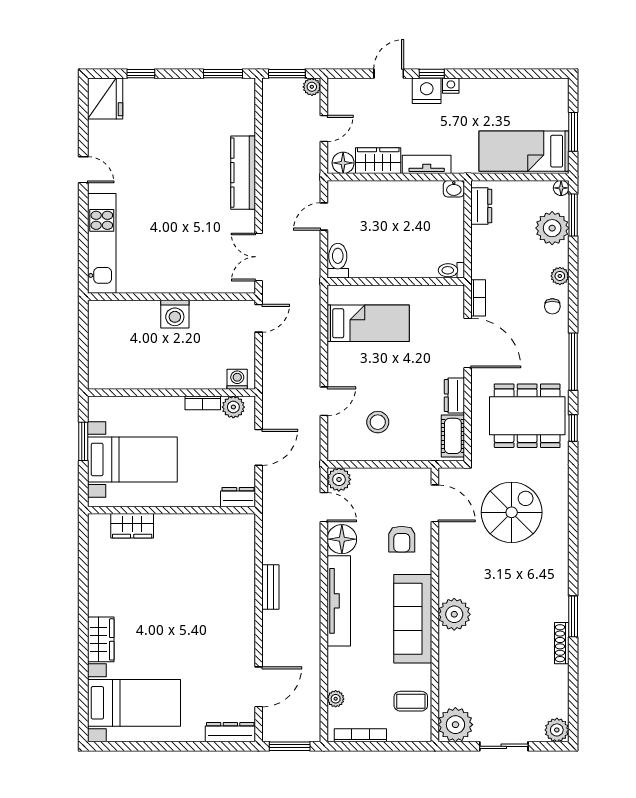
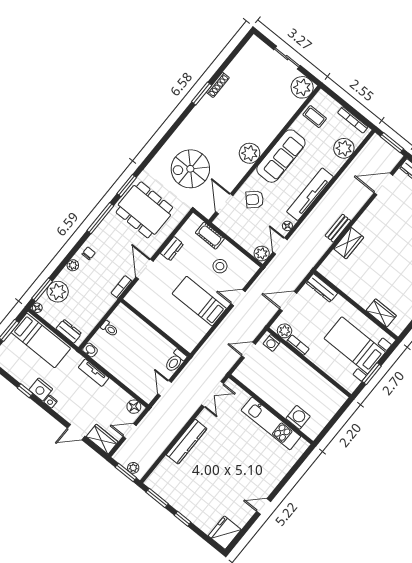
window: (141, 74) -> (183, 519), moved
window: (432, 74) -> (25, 391), moved
plant: (312, 87) -> (133, 468), moved
nightstand: (427, 91) -> (41, 389), moved
wardrobe: (378, 161) -> (102, 439), moved, turned 180
door: (83, 170) -> (264, 507), hinge flipped
dresser: (481, 206) -> (69, 331), moved, turned 90
door: (324, 216) -> (165, 388), swing flipped
kitchen unit: (102, 243) -> (271, 423), moved, turned -90
toilet: (451, 270) -> (109, 329), moved
washing machine: (175, 314) -> (298, 417), moved
door: (259, 318) -> (249, 350), moved
bed: (368, 323) -> (199, 301), moved
door: (468, 343) -> (145, 269), width x0.73
window: (573, 428) -> (127, 186), width x1.50
cot: (453, 436) -> (210, 236), moved, turned 90
dresser: (238, 497) -> (322, 288), width x1.44
floor lamp: (342, 539) -> (287, 226), width x0.53, depth x0.53
armchair: (402, 539) -> (255, 199), turned -133
wardrobe: (242, 579) -> (349, 243), added
plant: (454, 614) -> (250, 153), moved
plant: (336, 699) -> (344, 148), width x1.87, depth x1.87
plant: (557, 730) -> (255, 44), removed

